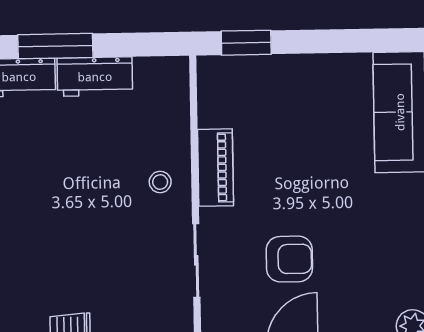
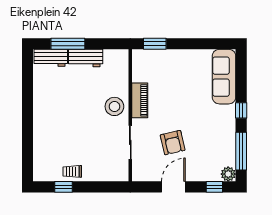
stool: (160, 182) -> (114, 106), width x1.89, depth x1.89
armchair: (289, 259) -> (173, 143), turned 77

